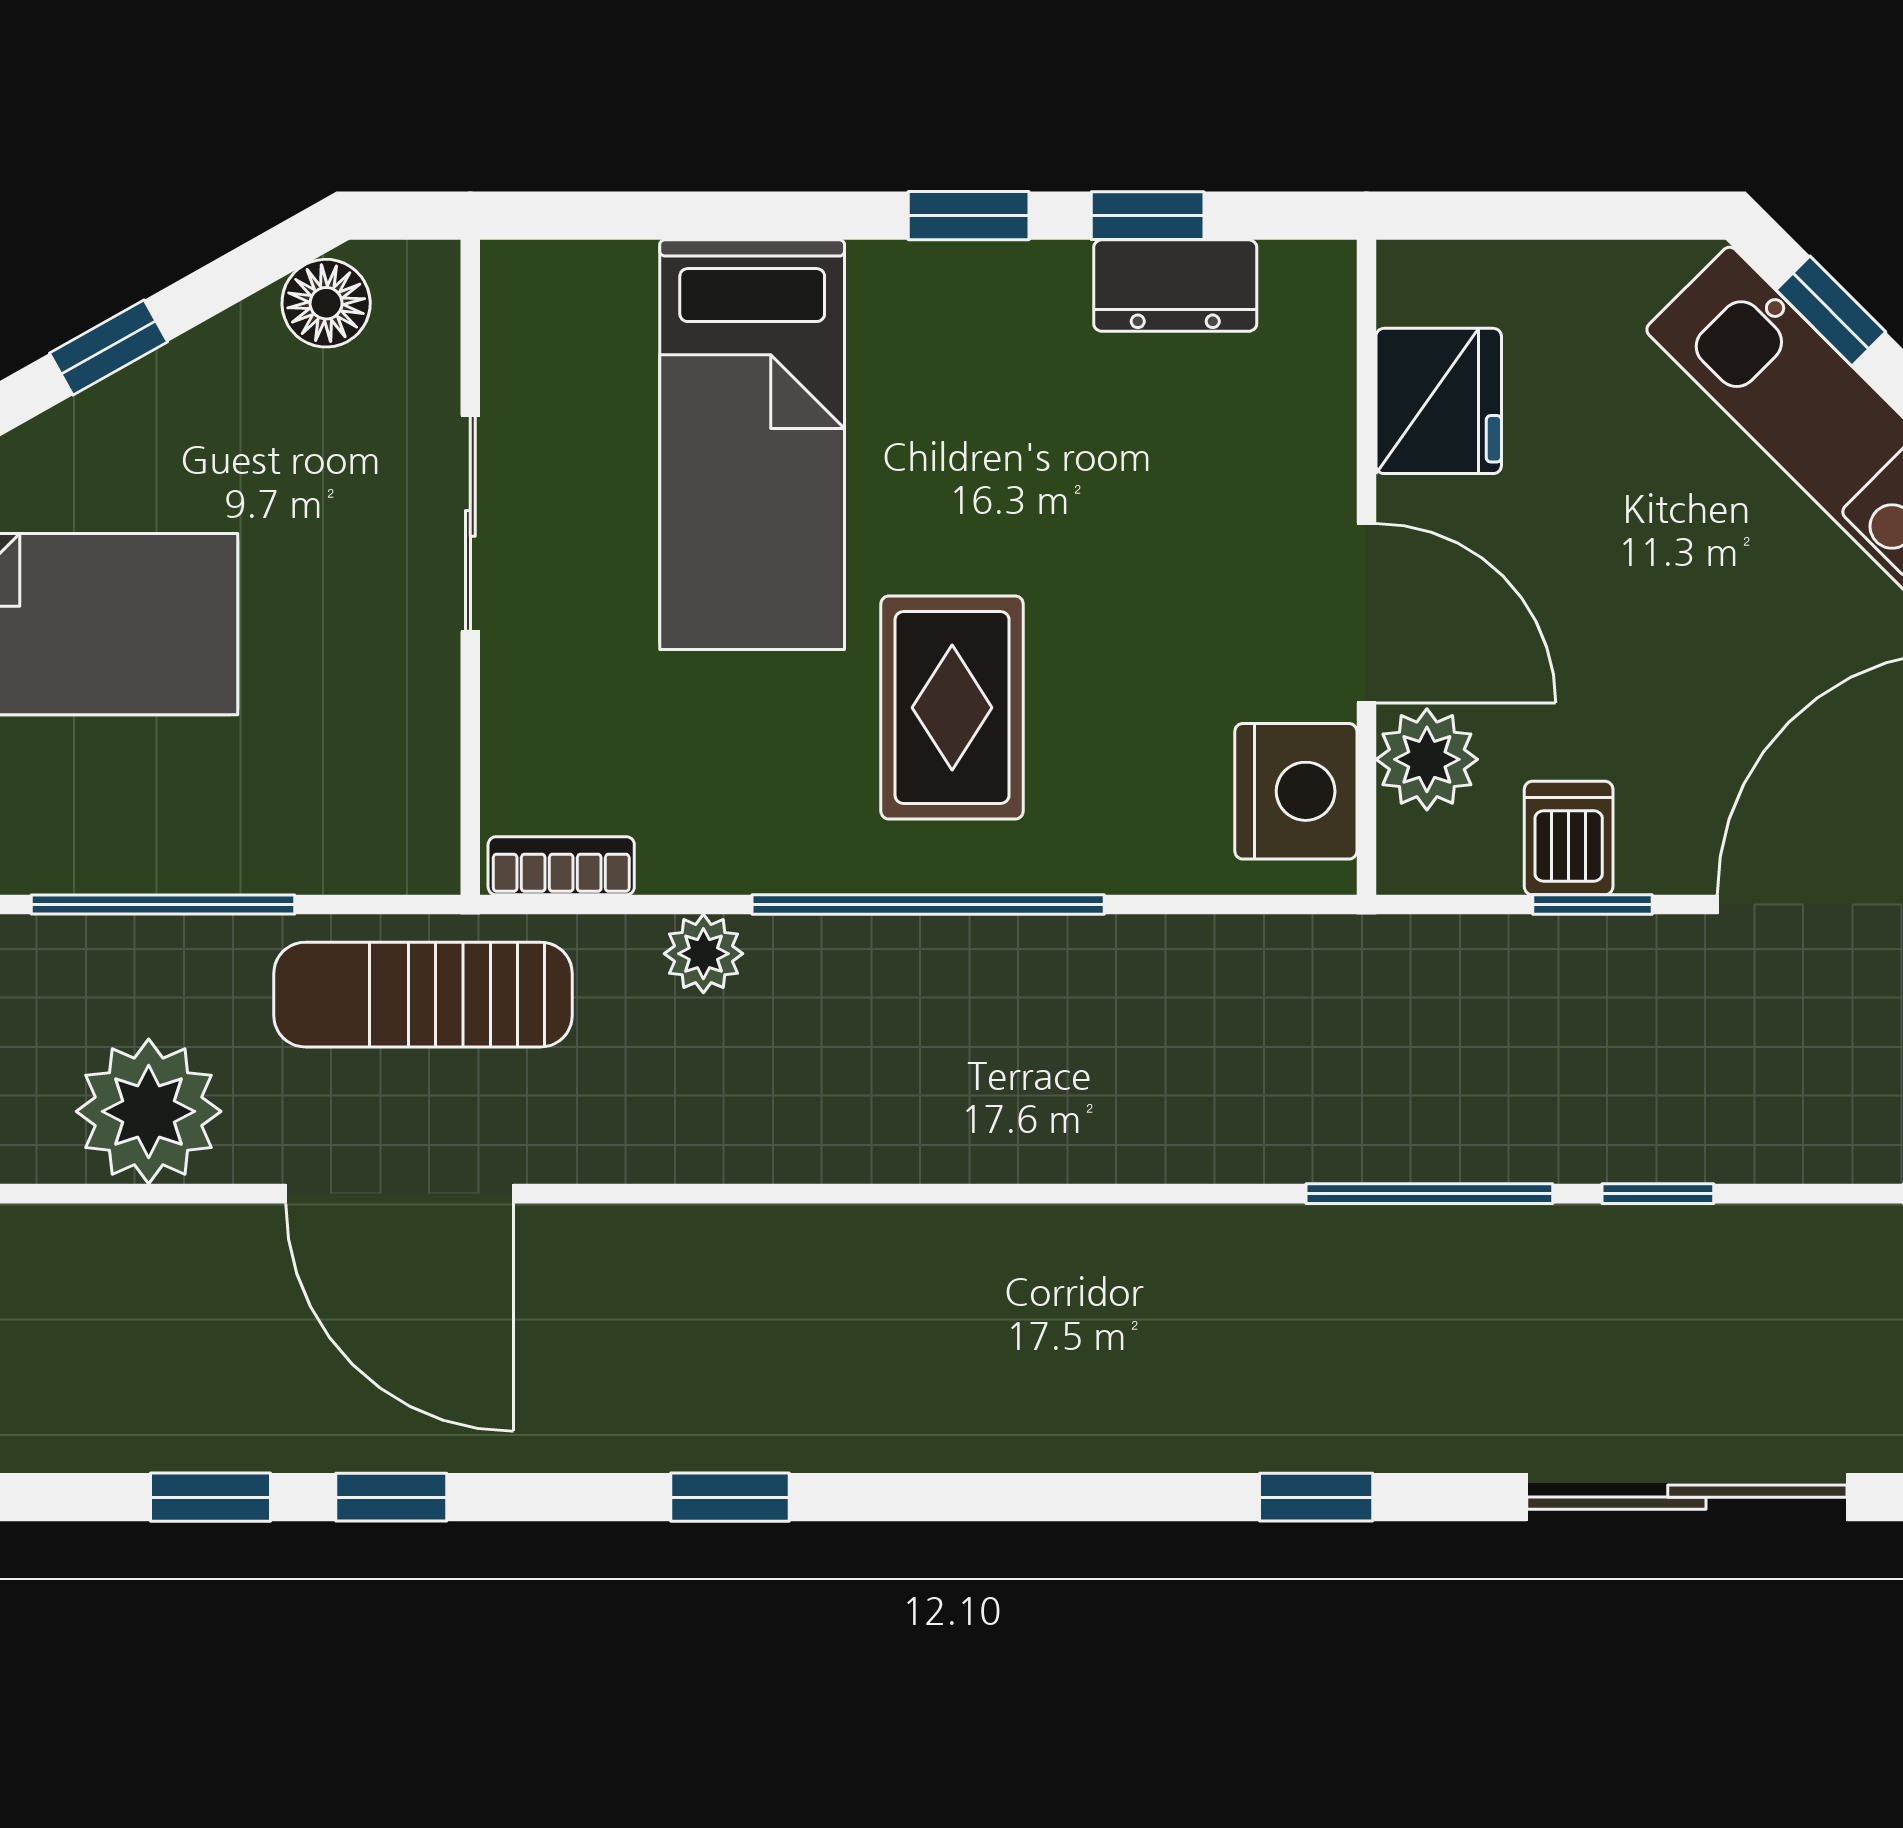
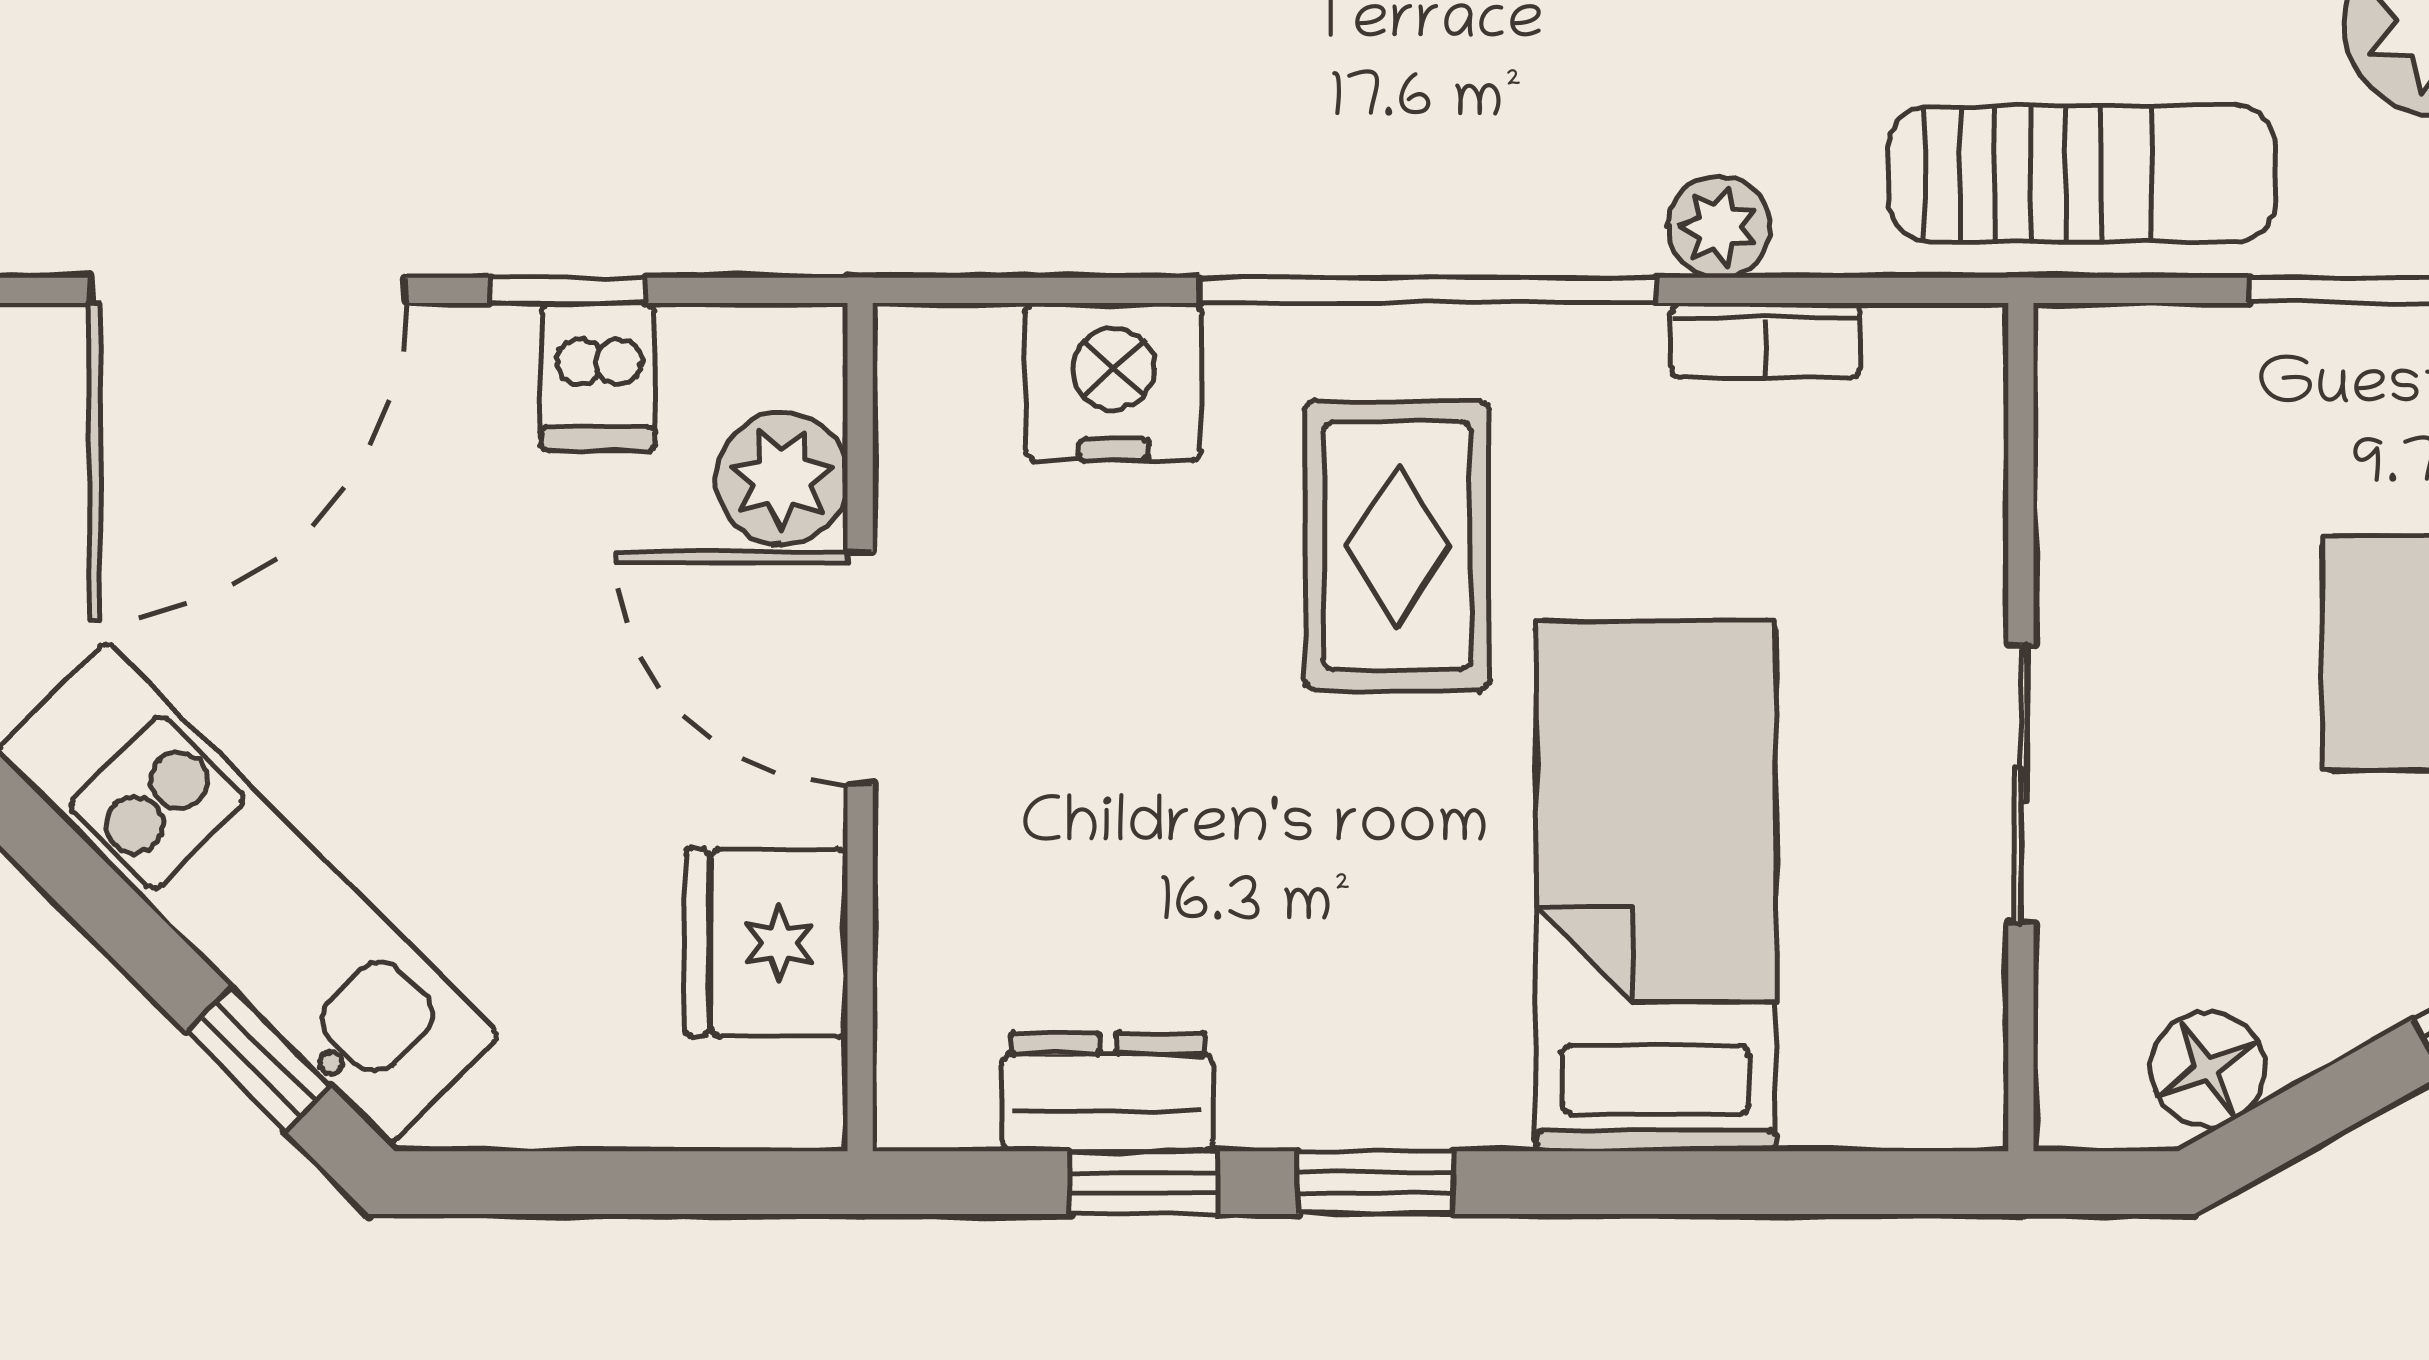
nightstand: (1296, 791) -> (1114, 382), moved, turned 90
bookcase: (561, 866) -> (1766, 341), moved

